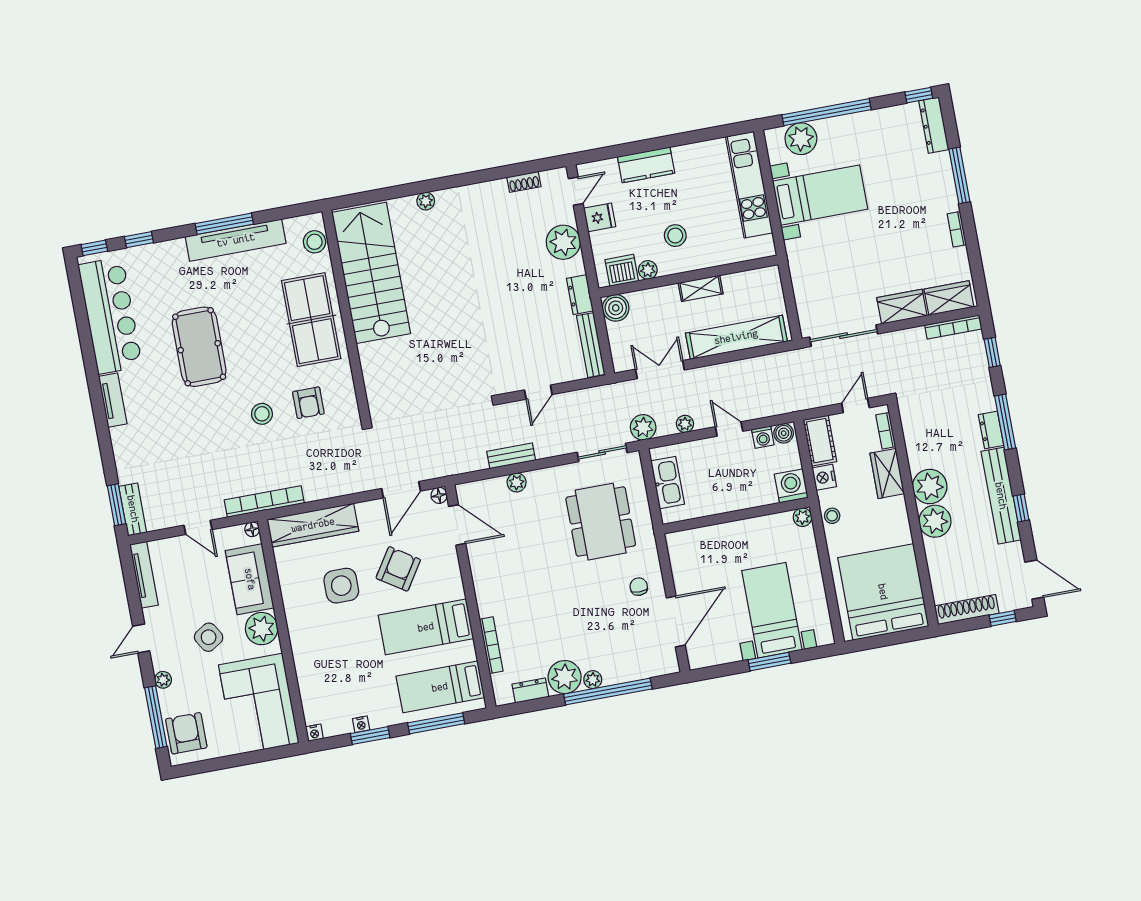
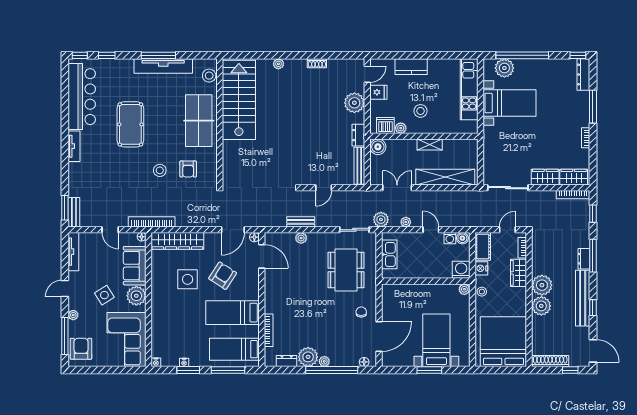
shoe rack: (524, 182) -> (317, 63), moved
floor lamp: (659, 668) -> (364, 362), added

